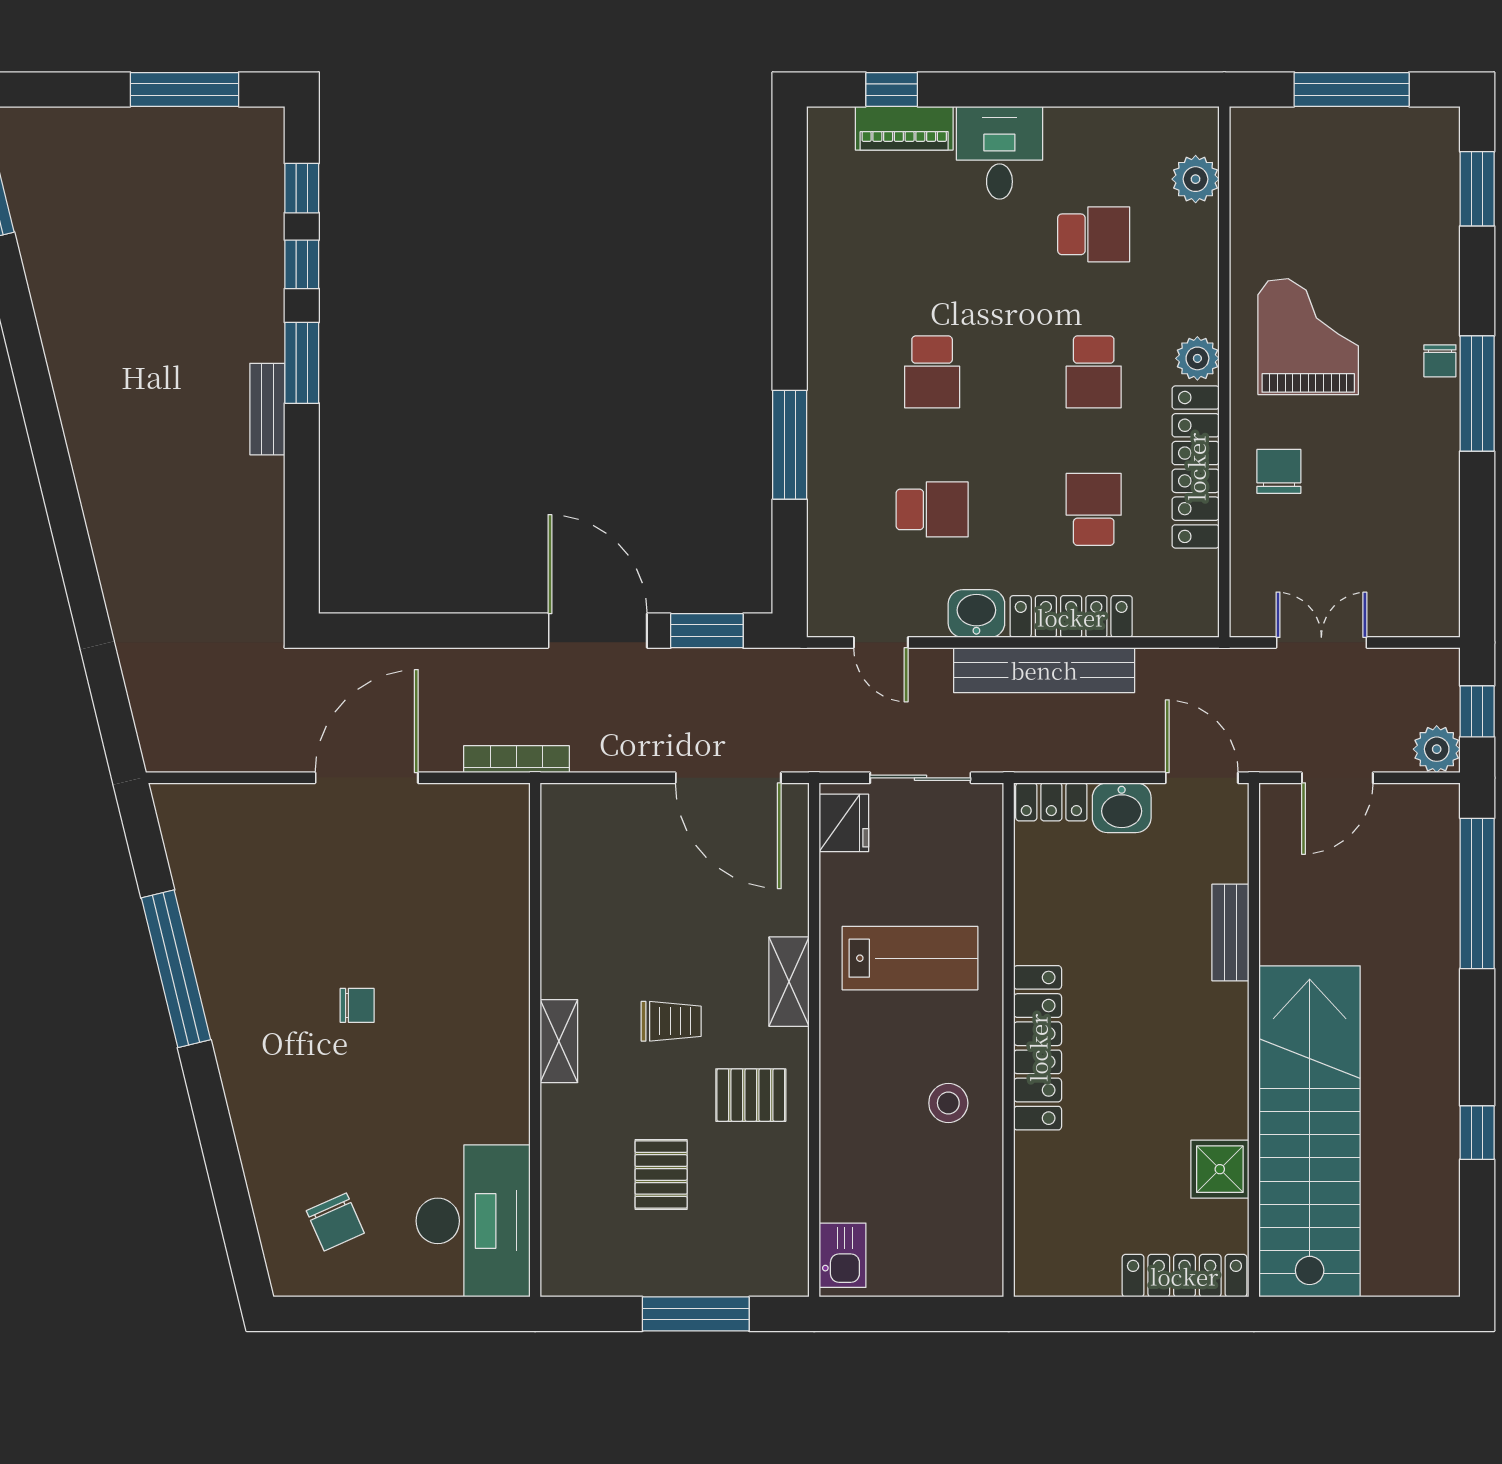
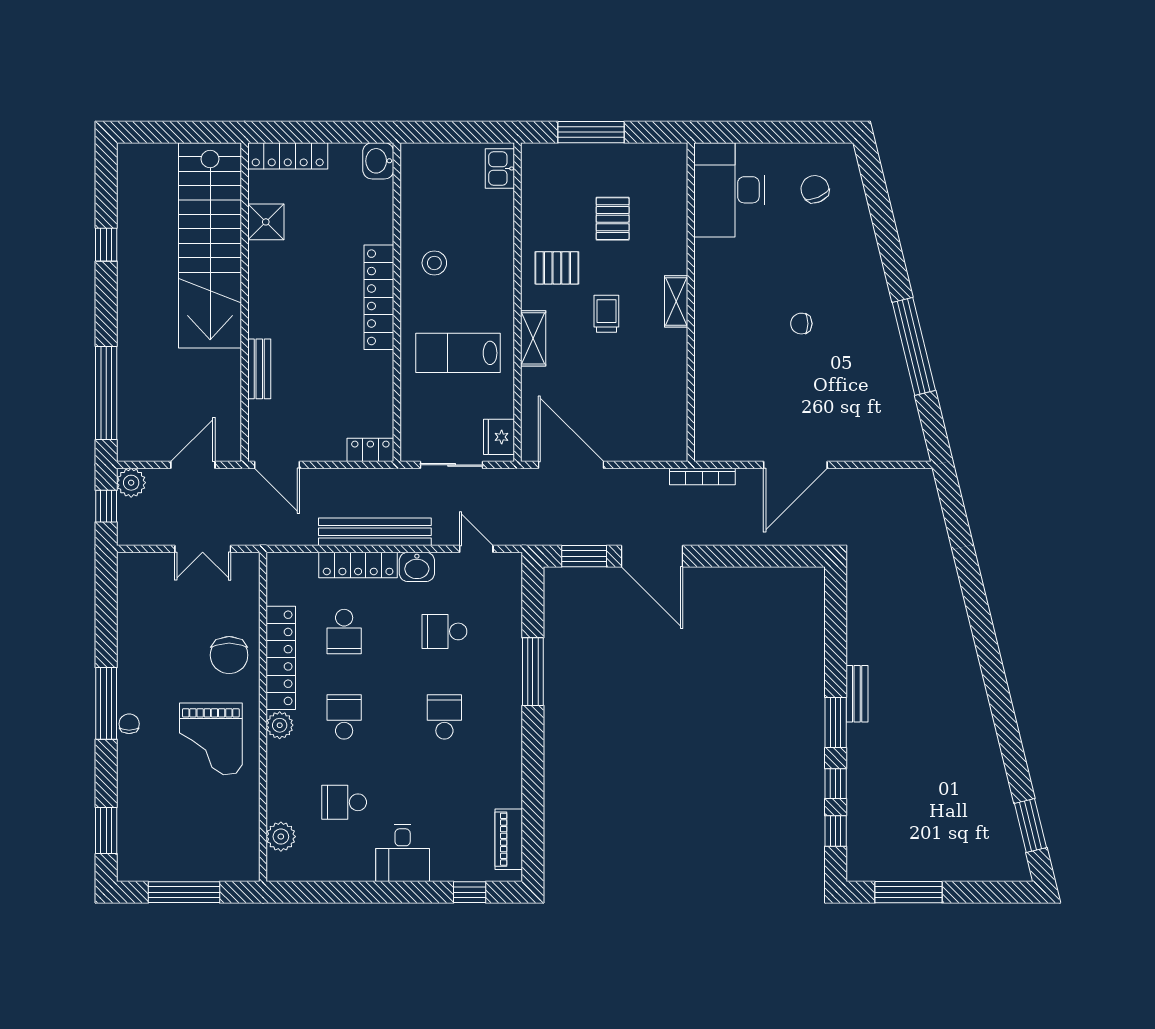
piano: (904, 128) -> (509, 839), moved, turned -90
chair: (1279, 471) -> (229, 655), width x1.37, depth x1.37
washbasin: (1122, 808) -> (378, 161), moved, turned -90
trolley: (671, 1021) -> (606, 314), turned 90

